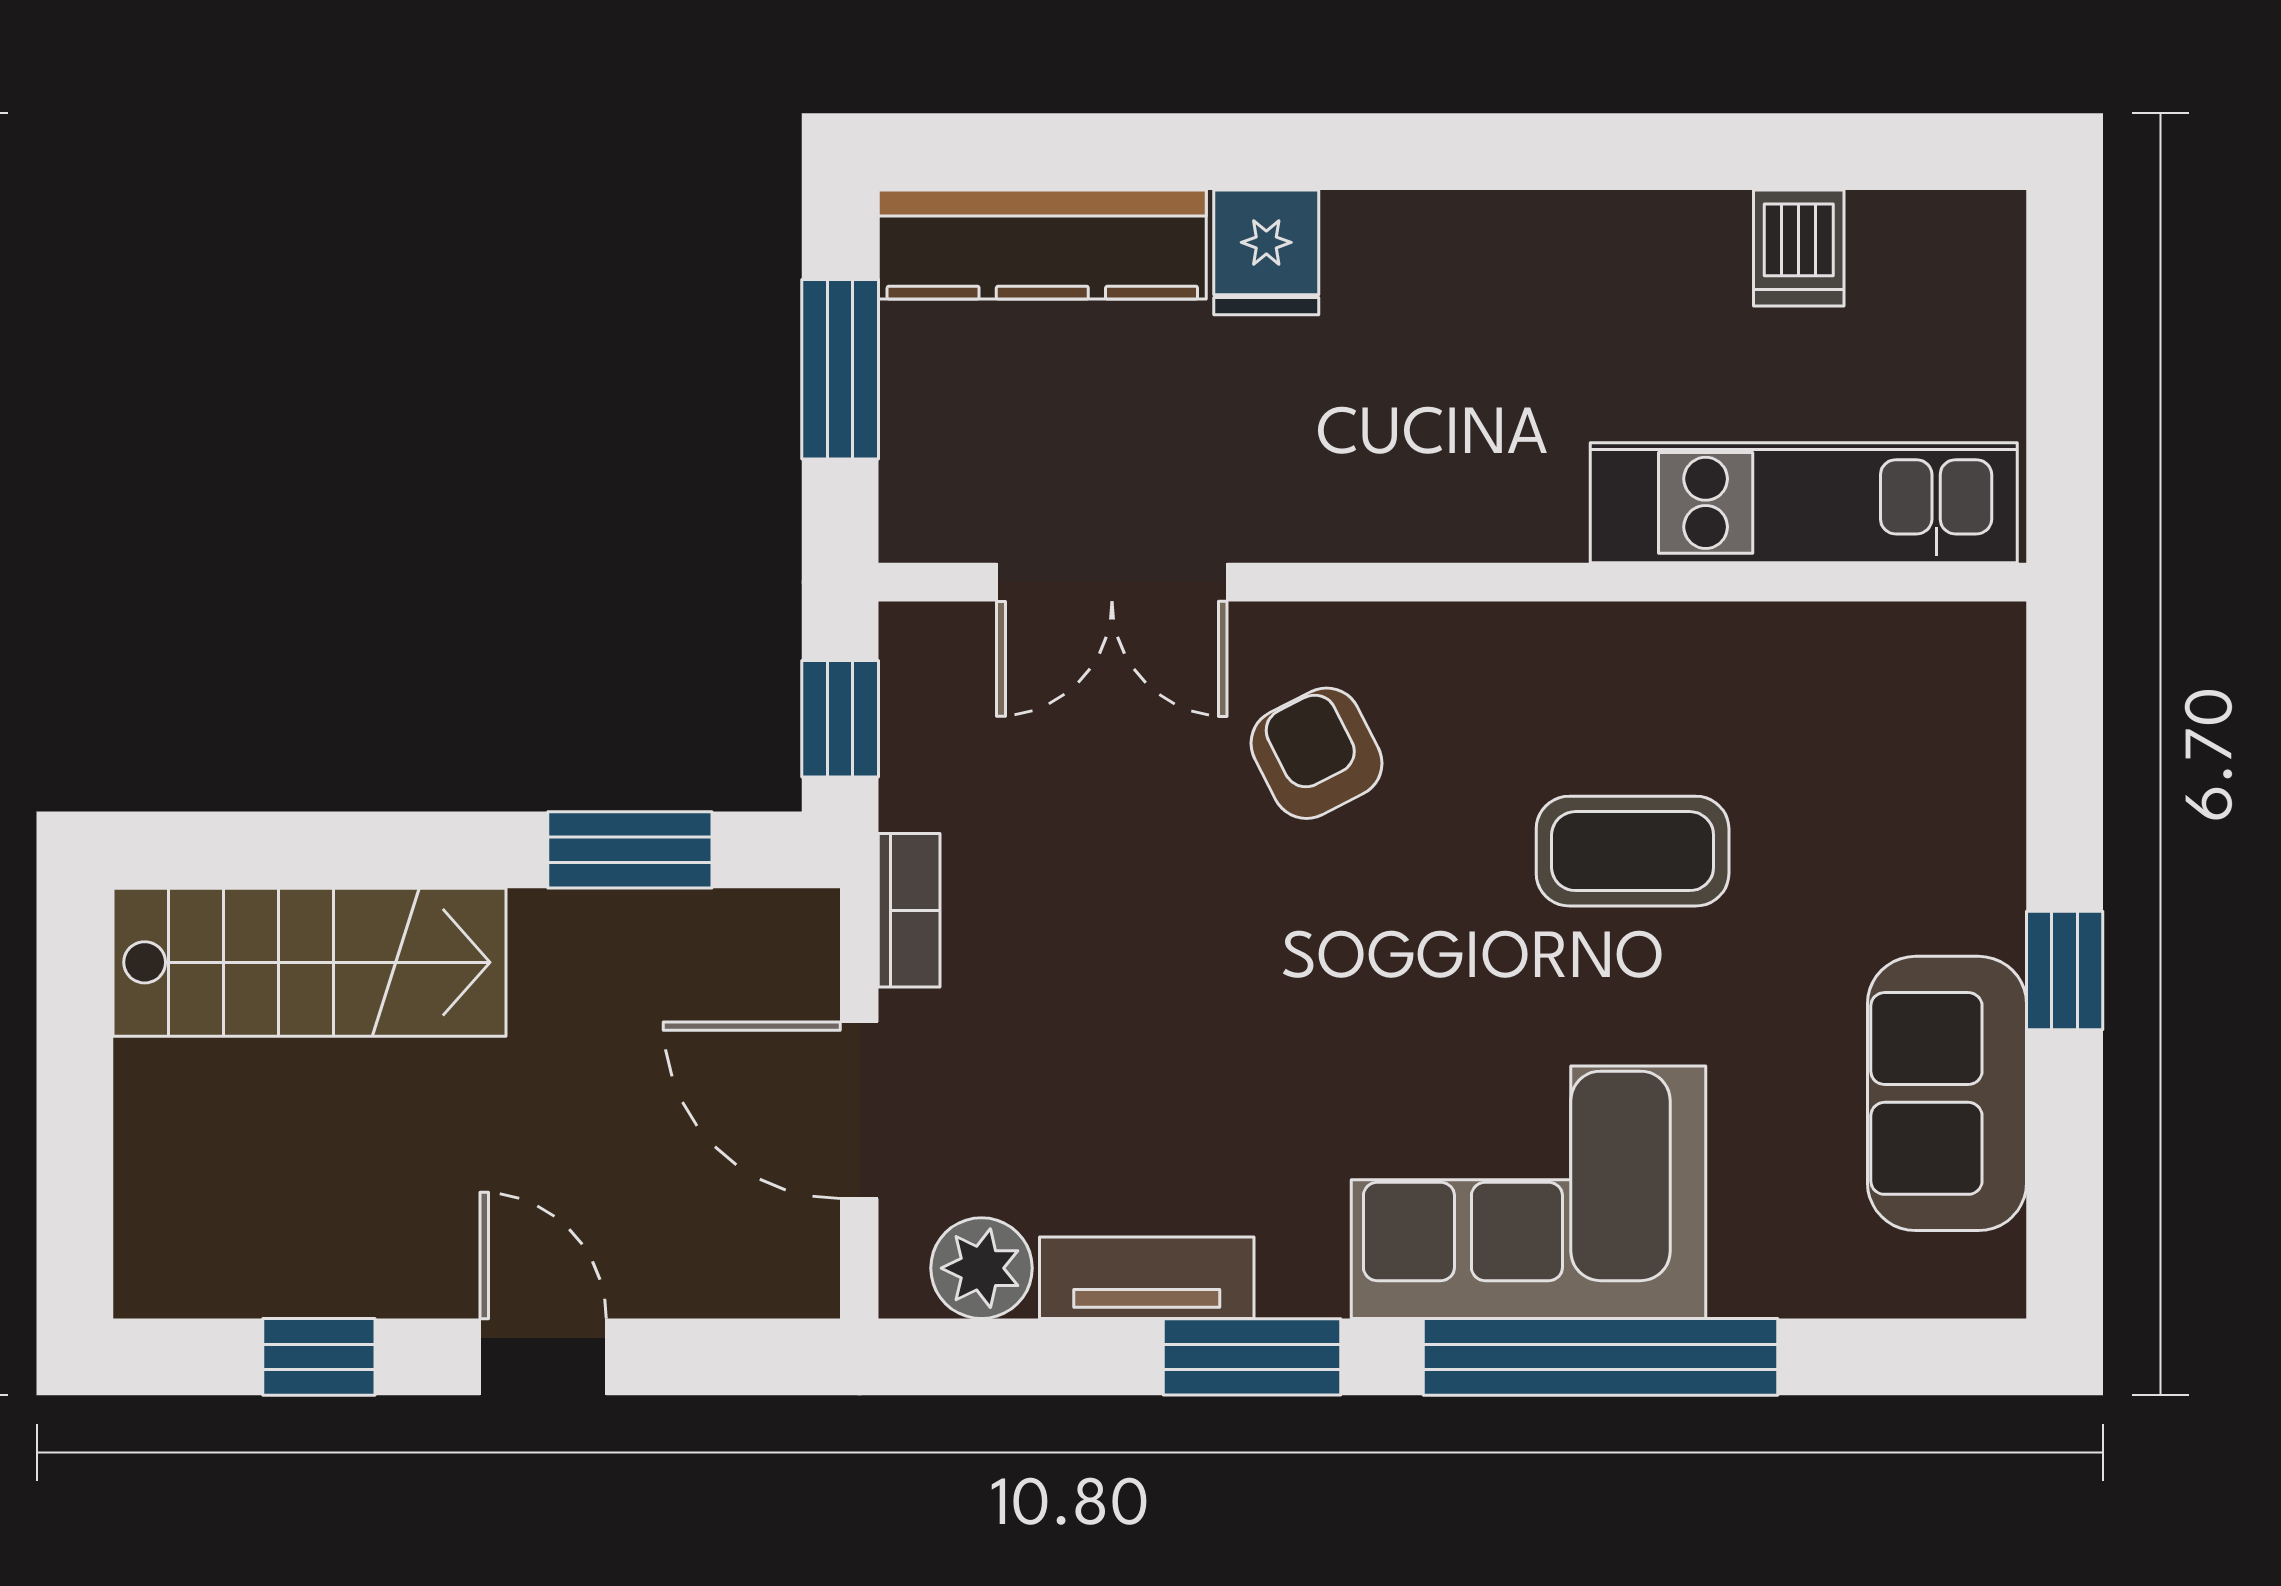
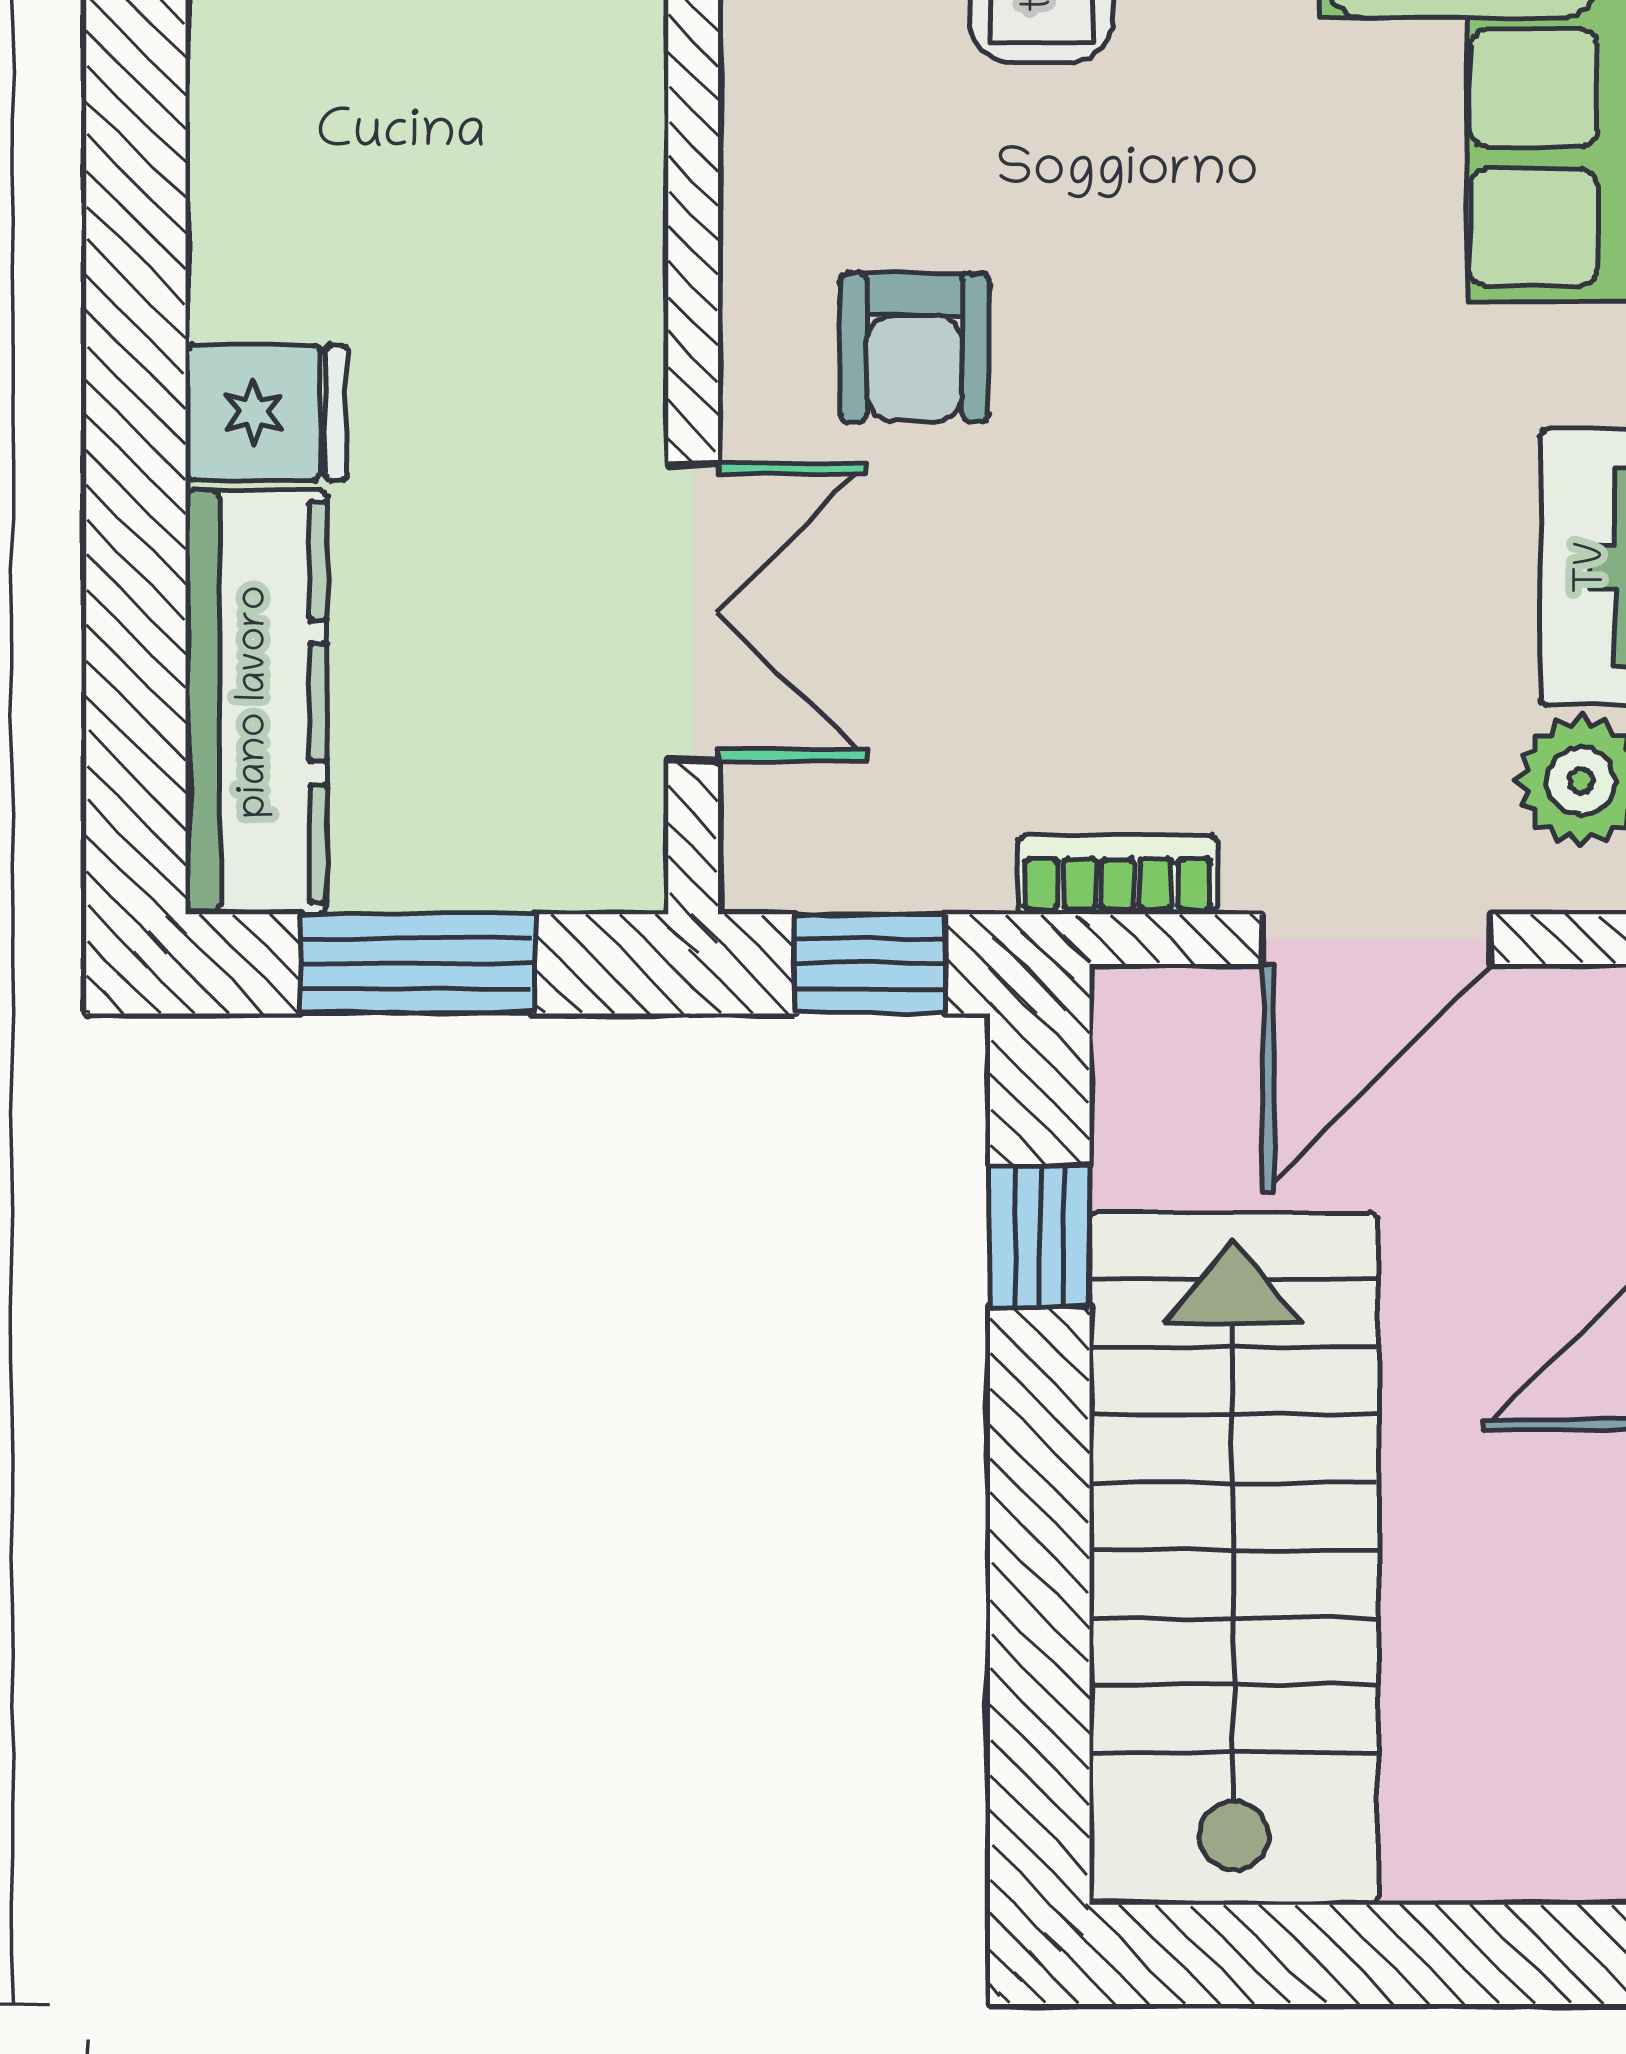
armchair: (1316, 753) -> (915, 347), turned -63
window: (630, 850) -> (1040, 1236), width x0.67
stairs: (310, 962) -> (1234, 1558), width x1.36, depth x1.51

